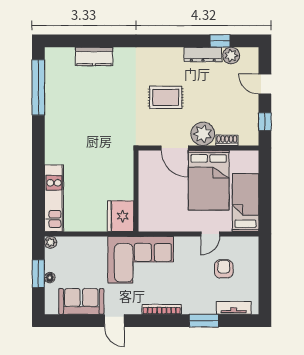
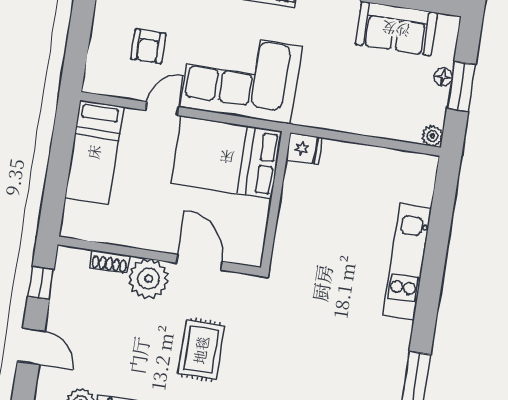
rug: (166, 97) -> (201, 350), turned 90
bed: (209, 180) -> (227, 157), moved, turned -90
kitchen unit: (54, 198) -> (407, 262), moved
fridge: (121, 216) -> (304, 149), width x0.53, depth x0.75
corner sofa: (141, 260) -> (241, 76), moved

